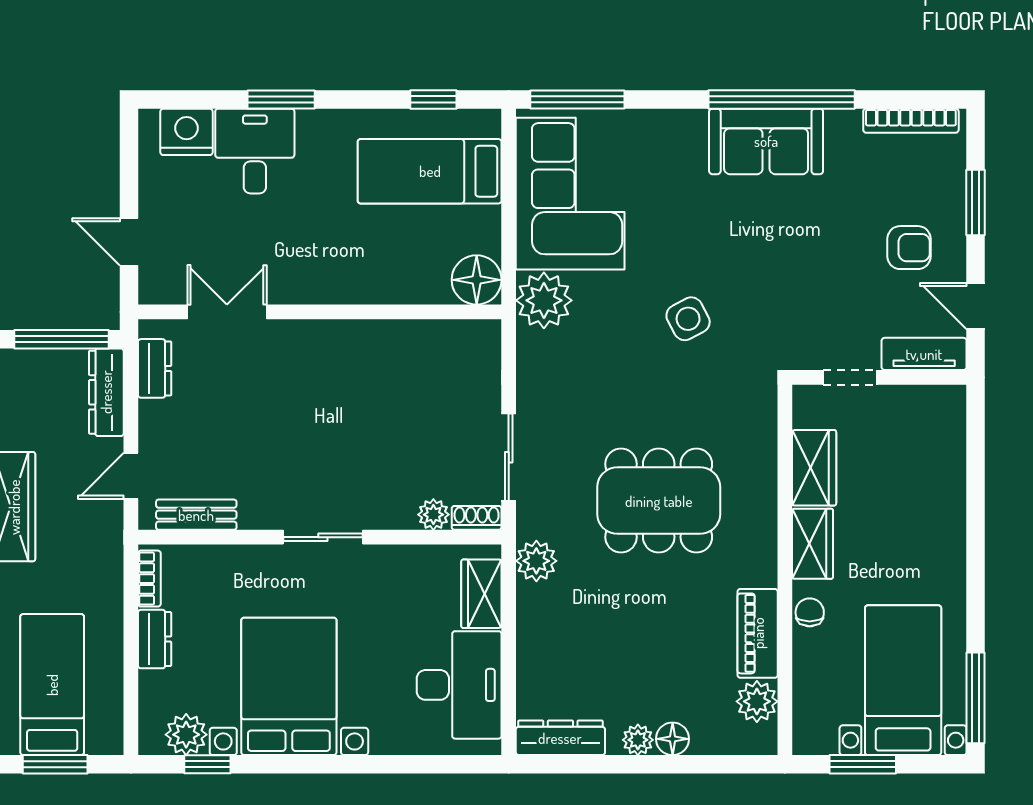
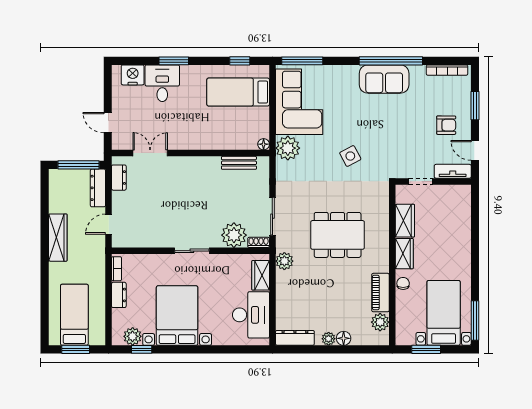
floor lamp: (477, 280) -> (264, 144), width x0.53, depth x0.53
bench: (196, 515) -> (239, 163), moved
plant: (433, 515) -> (234, 235), width x1.88, depth x1.88

